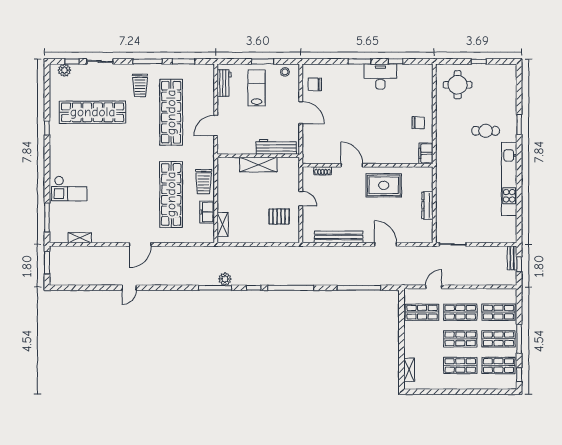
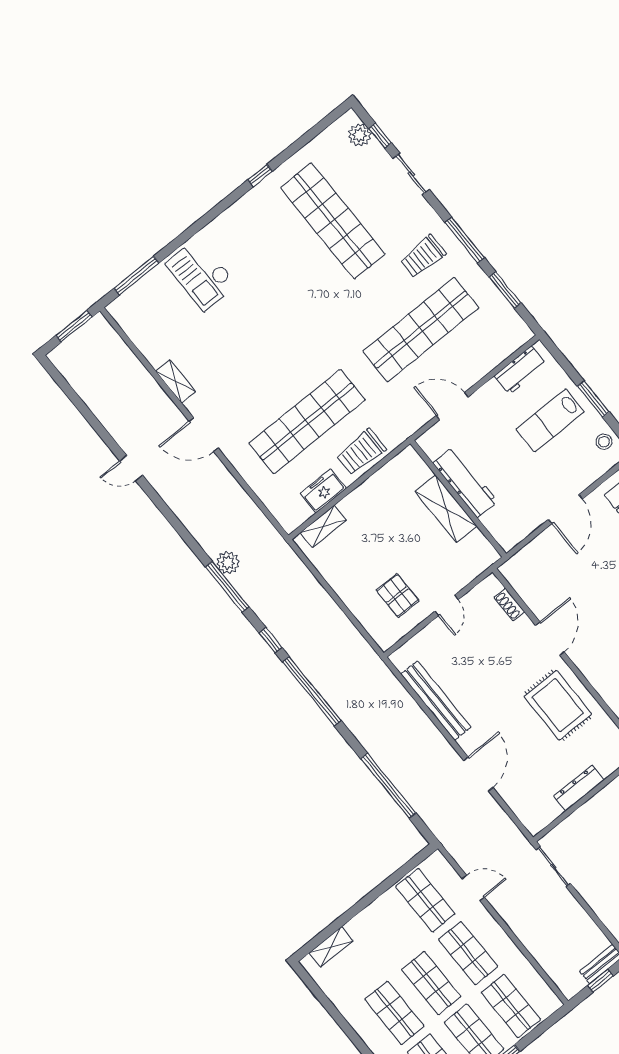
lab bench: (257, 88) -> (550, 420), turned 180
workbench: (276, 147) -> (465, 482), moved
shelving: (80, 238) -> (176, 381), moved
plant: (225, 279) -> (228, 563), moved

